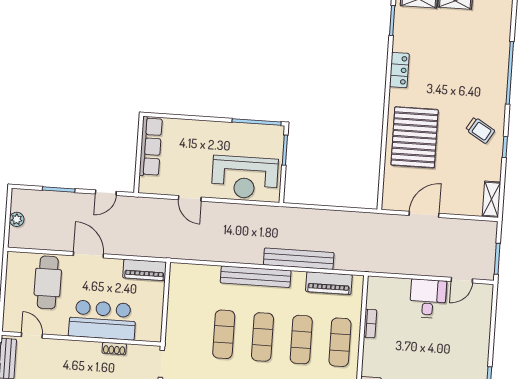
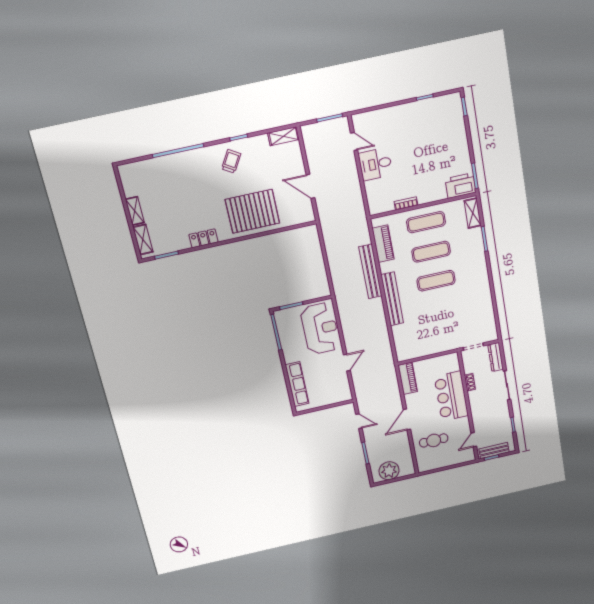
row of seats: (151, 146) -> (297, 384), moved, turned 90
plant: (17, 219) -> (389, 471), width x1.88, depth x1.88
cafe table: (48, 282) -> (434, 440), width x0.73, depth x0.74
exercise mat: (224, 334) -> (441, 309), removed

